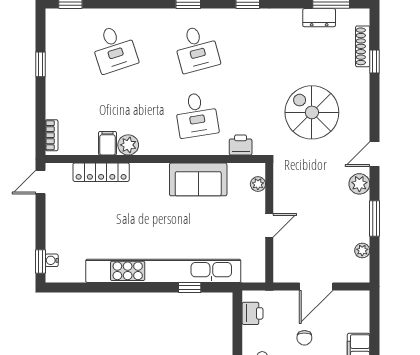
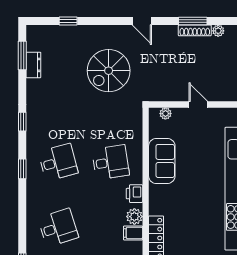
shoe rack: (363, 46) -> (195, 30), moved
printer: (241, 145) -> (134, 194), moved
plant: (359, 184) -> (165, 33), removed

